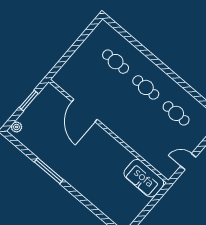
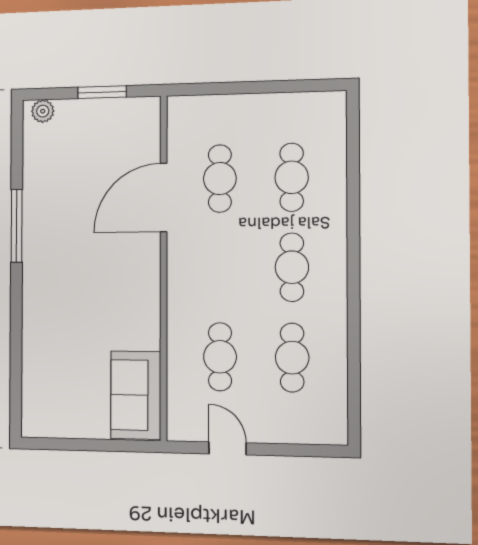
cafe table: (95, 86) -> (220, 179), added
cafe table: (155, 138) -> (220, 357), added

